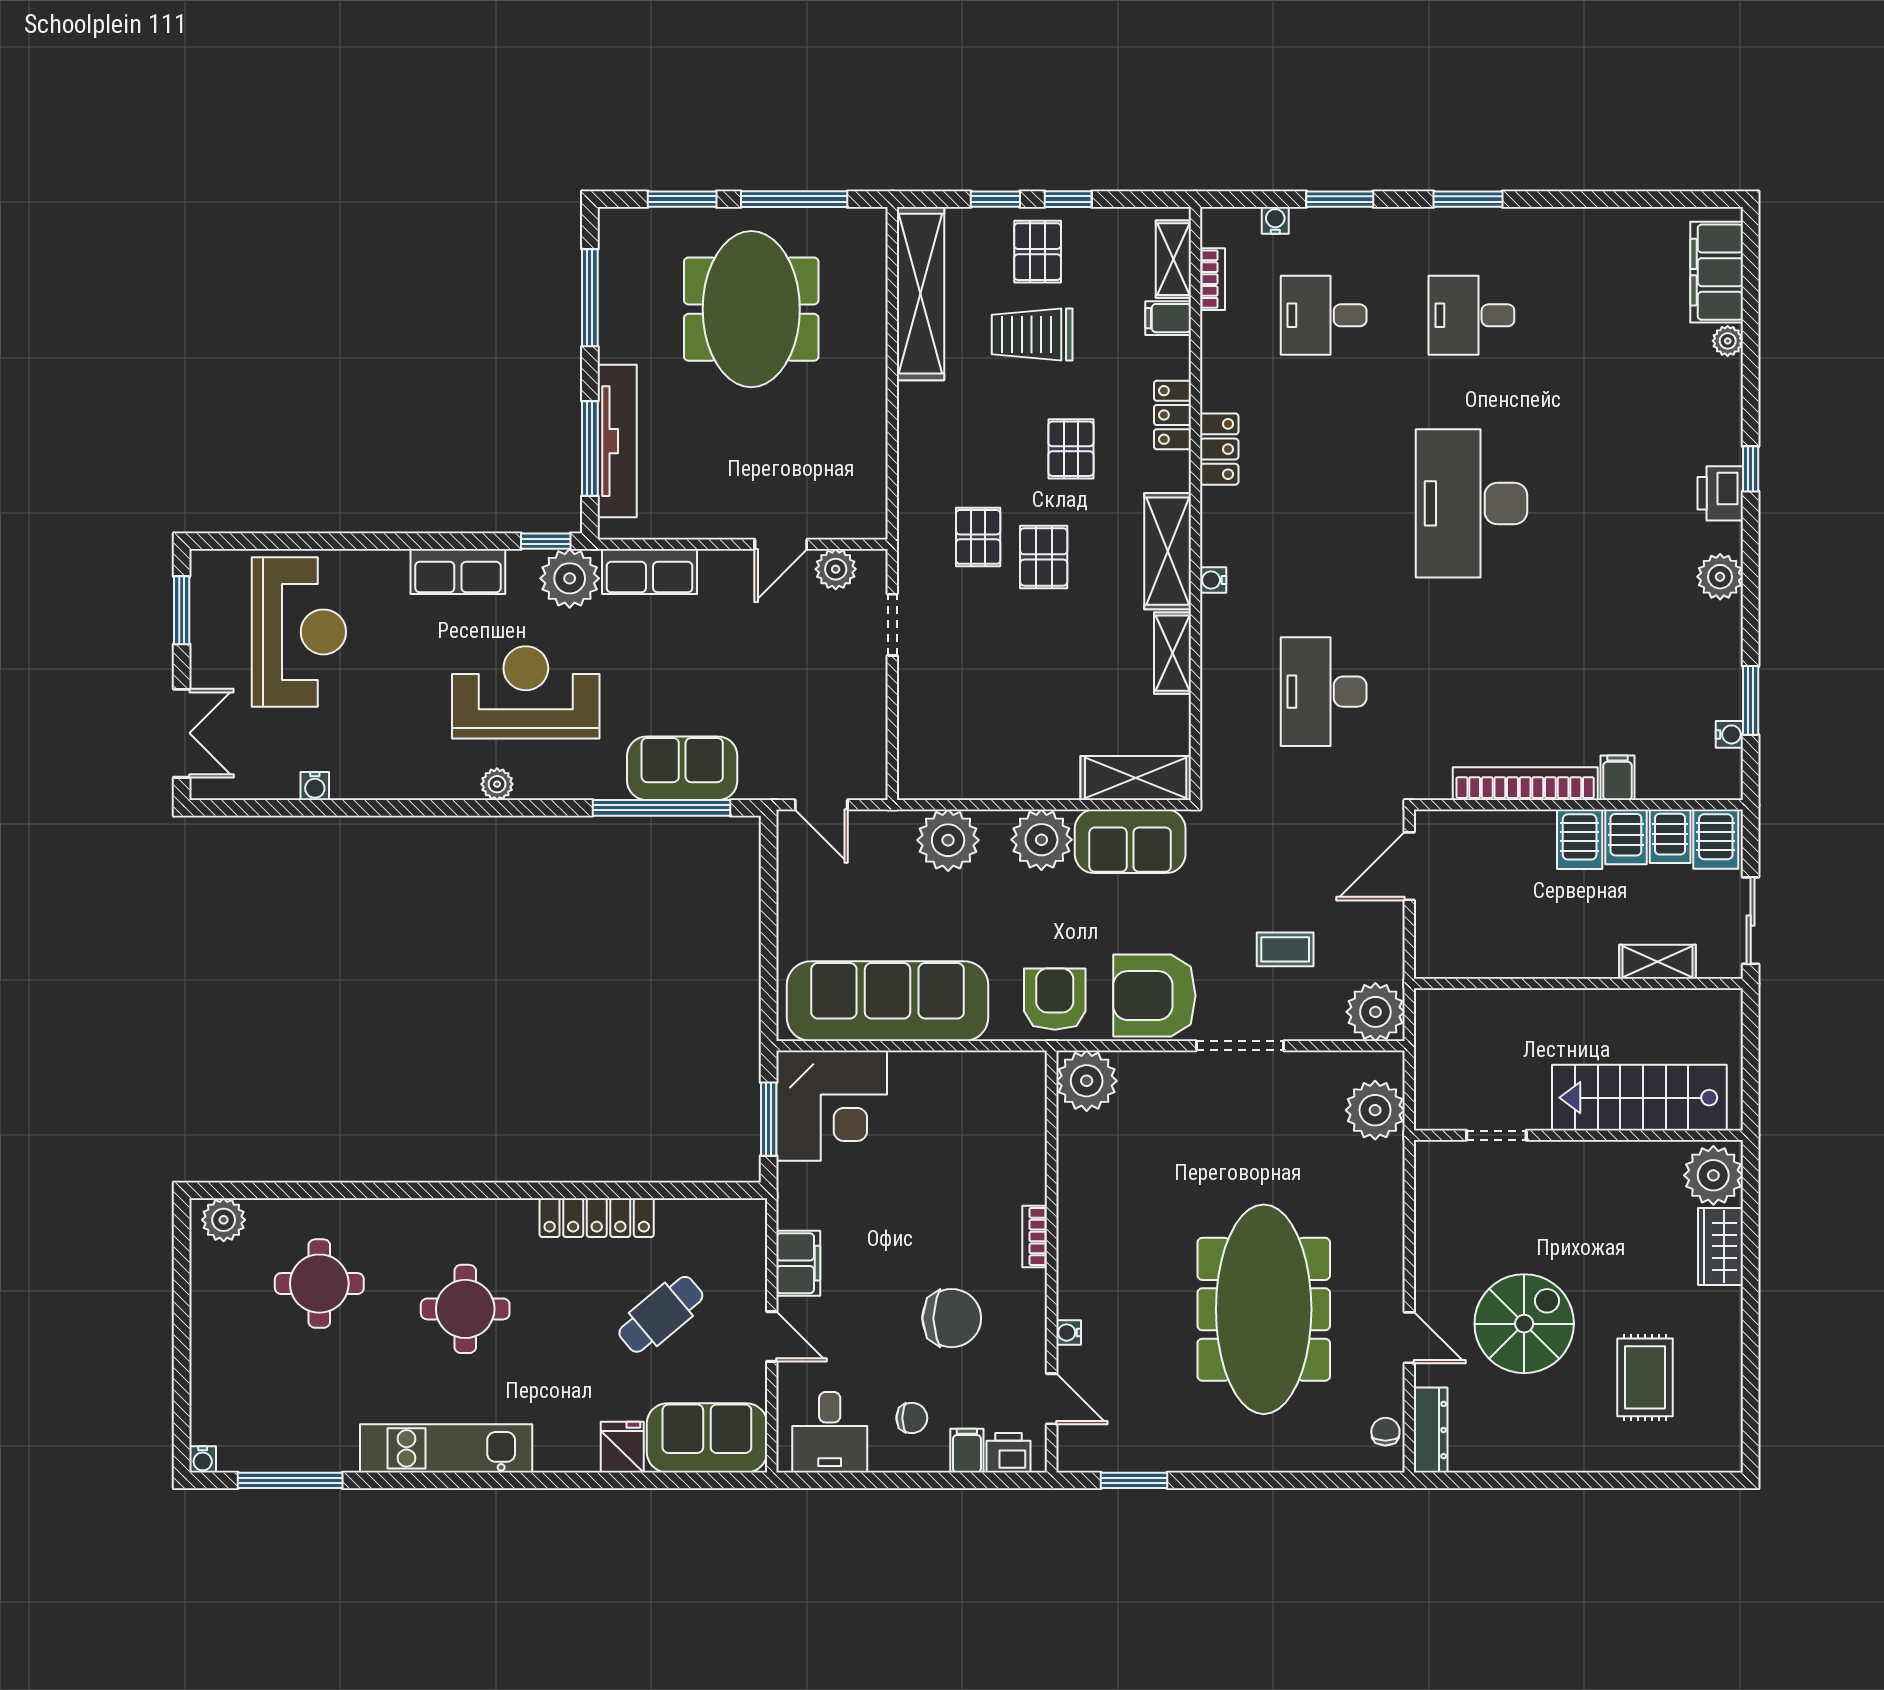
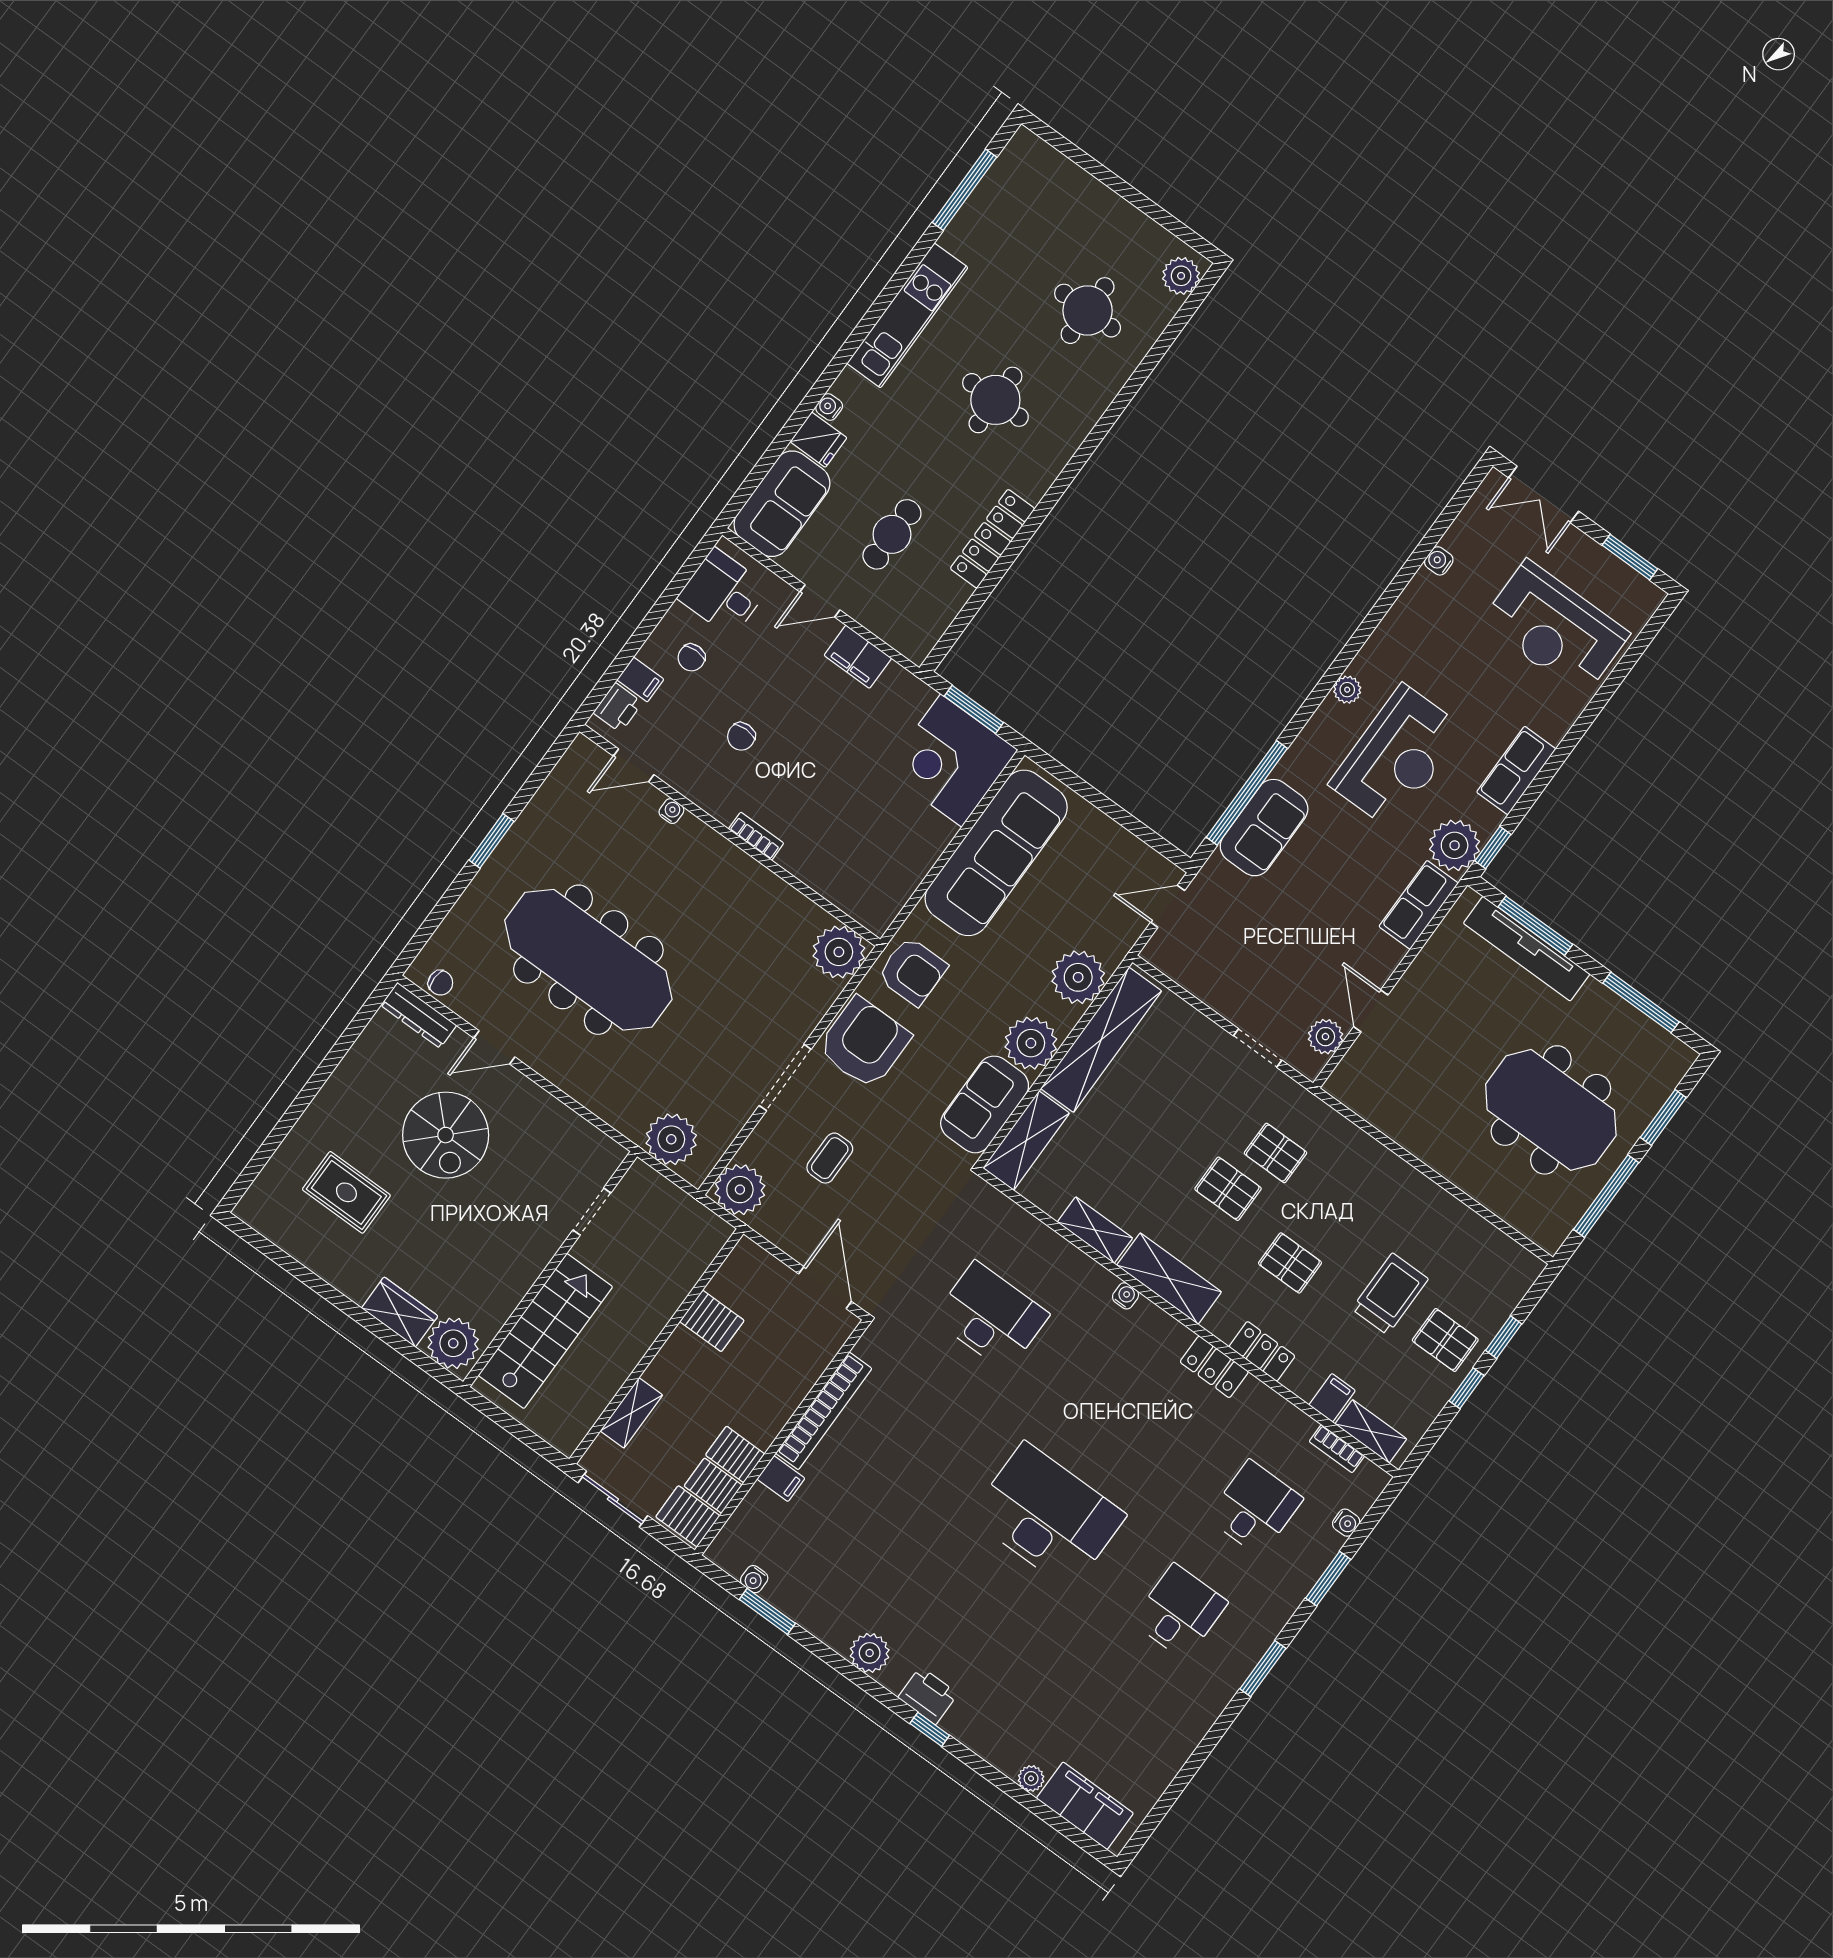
shelving: (921, 294) -> (1101, 1040), moved, turned 90
server rack: (1580, 839) -> (712, 1321), moved, turned 180
cafe table: (661, 1314) -> (892, 534), turned 40
chair: (952, 1318) -> (741, 736), width x0.54, depth x0.54
water cooler: (203, 1459) -> (829, 407), moved
window: (1134, 1480) -> (491, 841), moved

